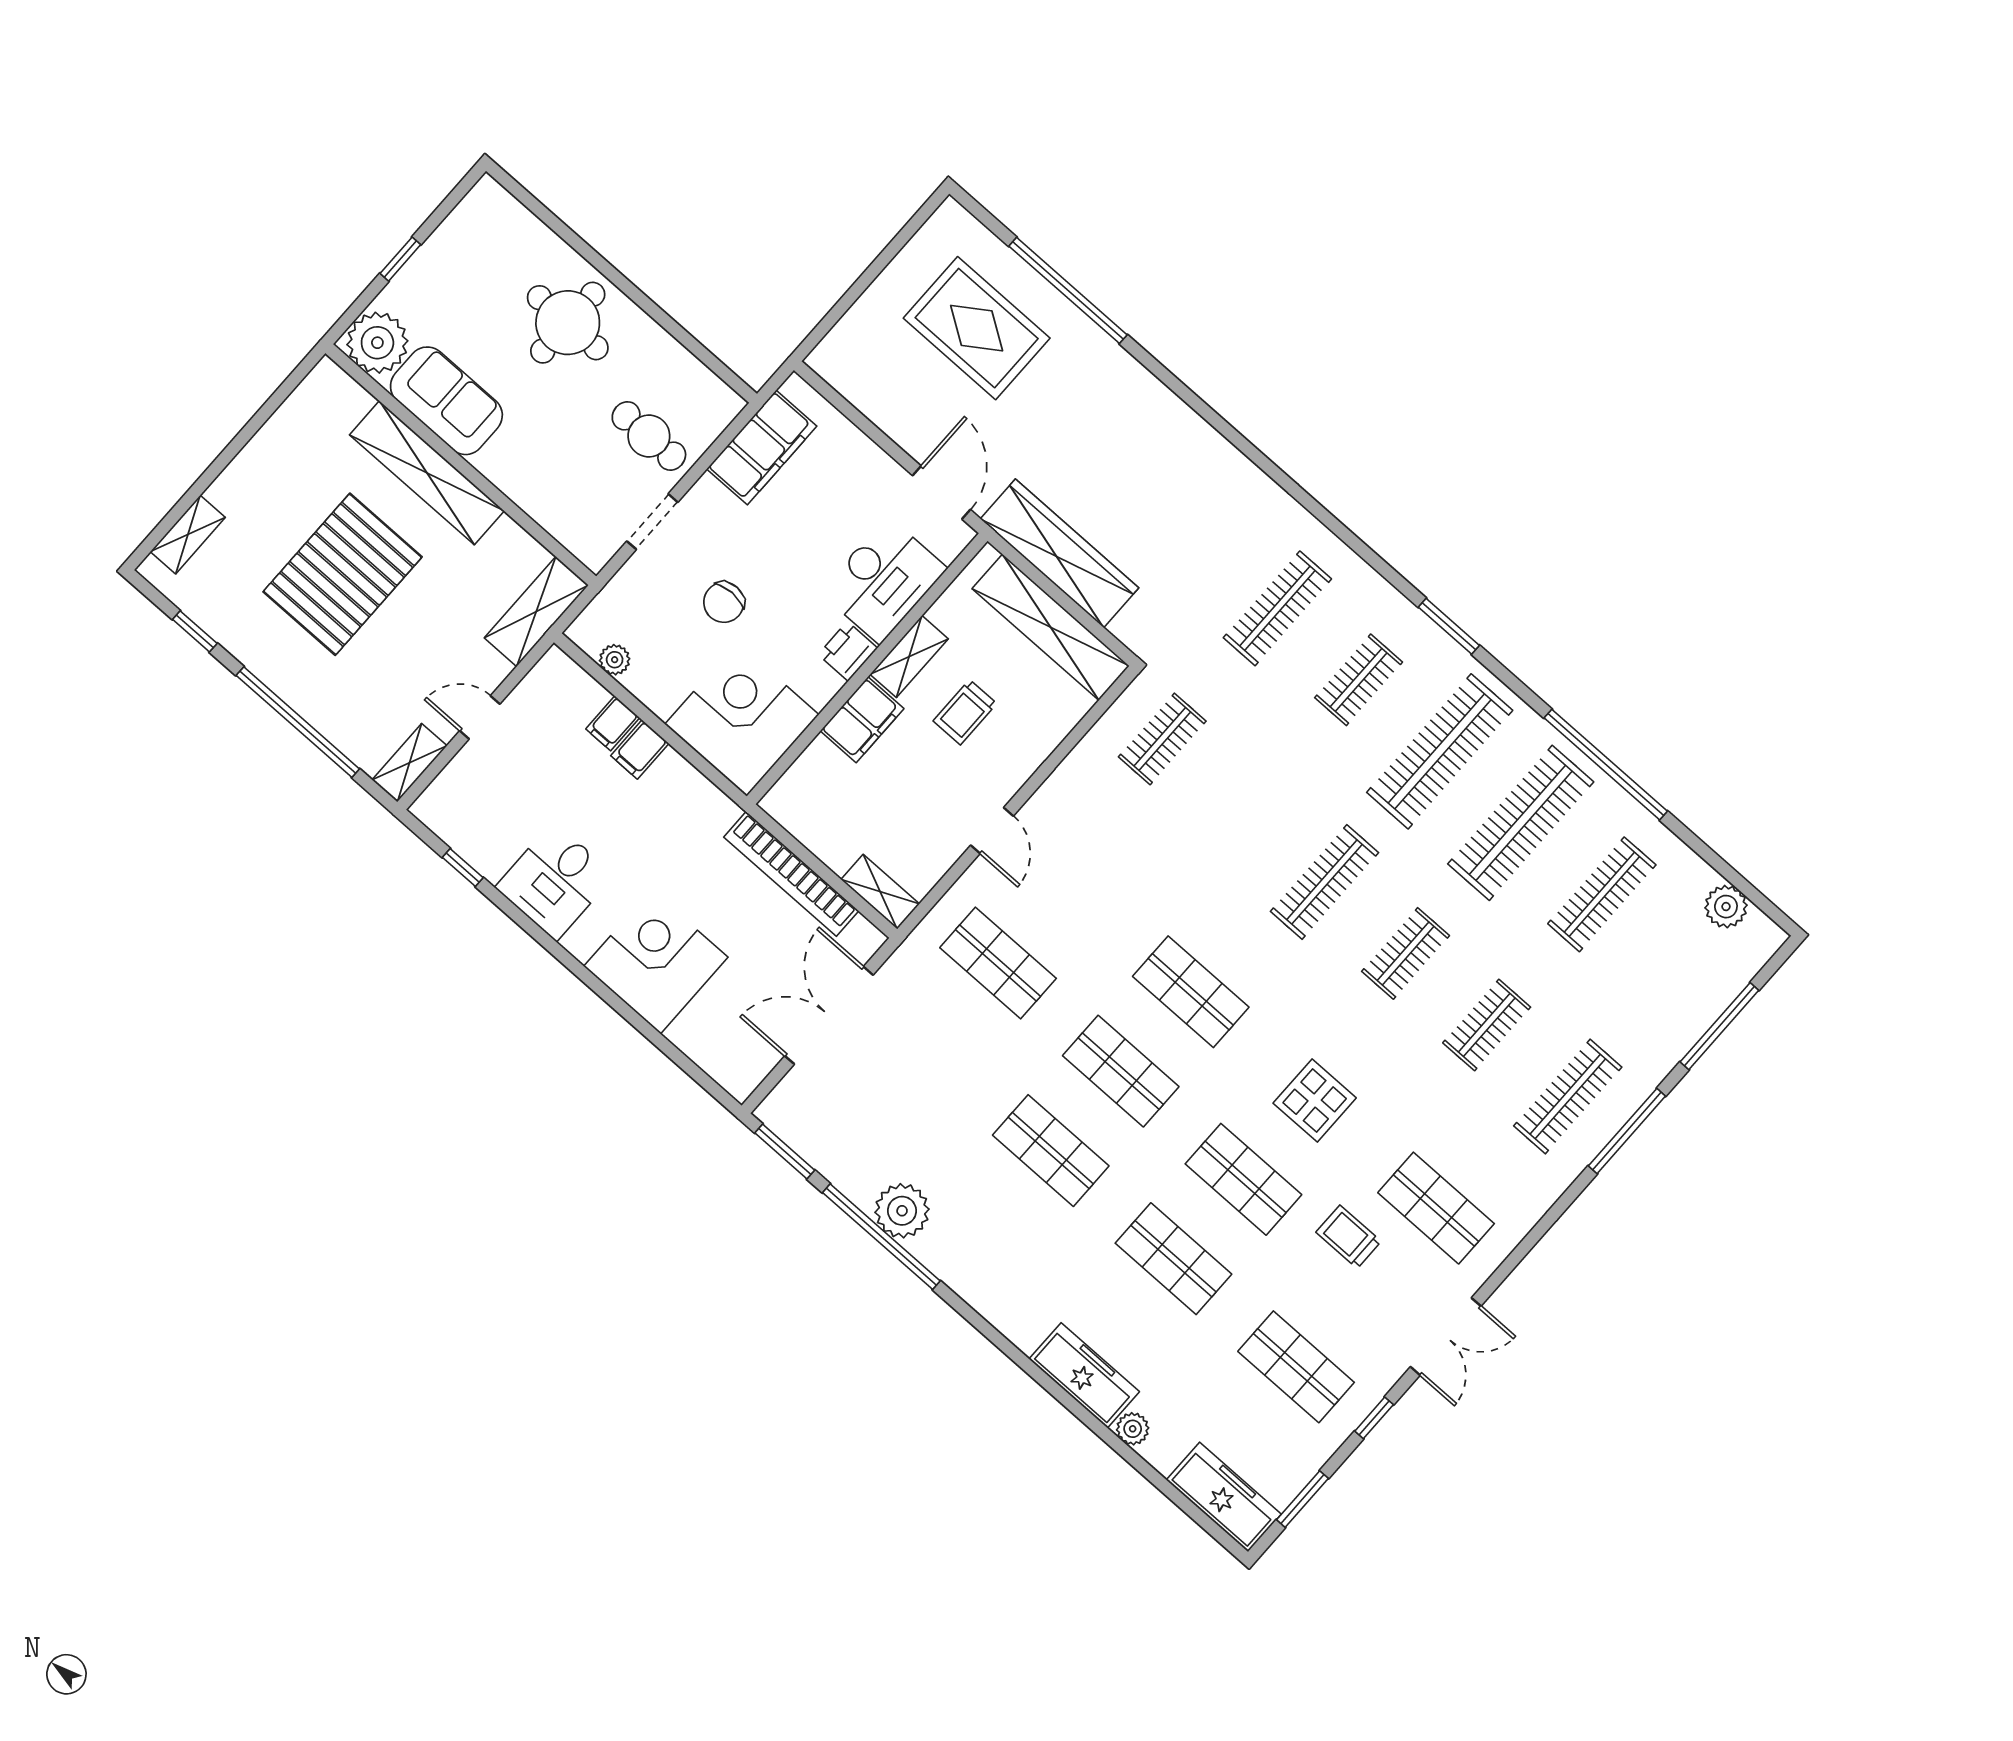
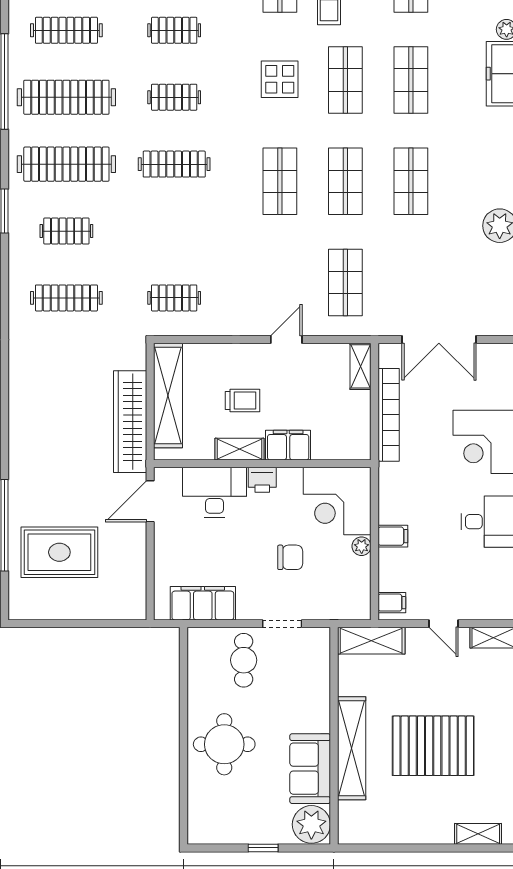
rug: (977, 328) -> (59, 552), turned 90
plant: (615, 660) -> (362, 546), moved
filing cabinet: (613, 723) -> (392, 603), moved

